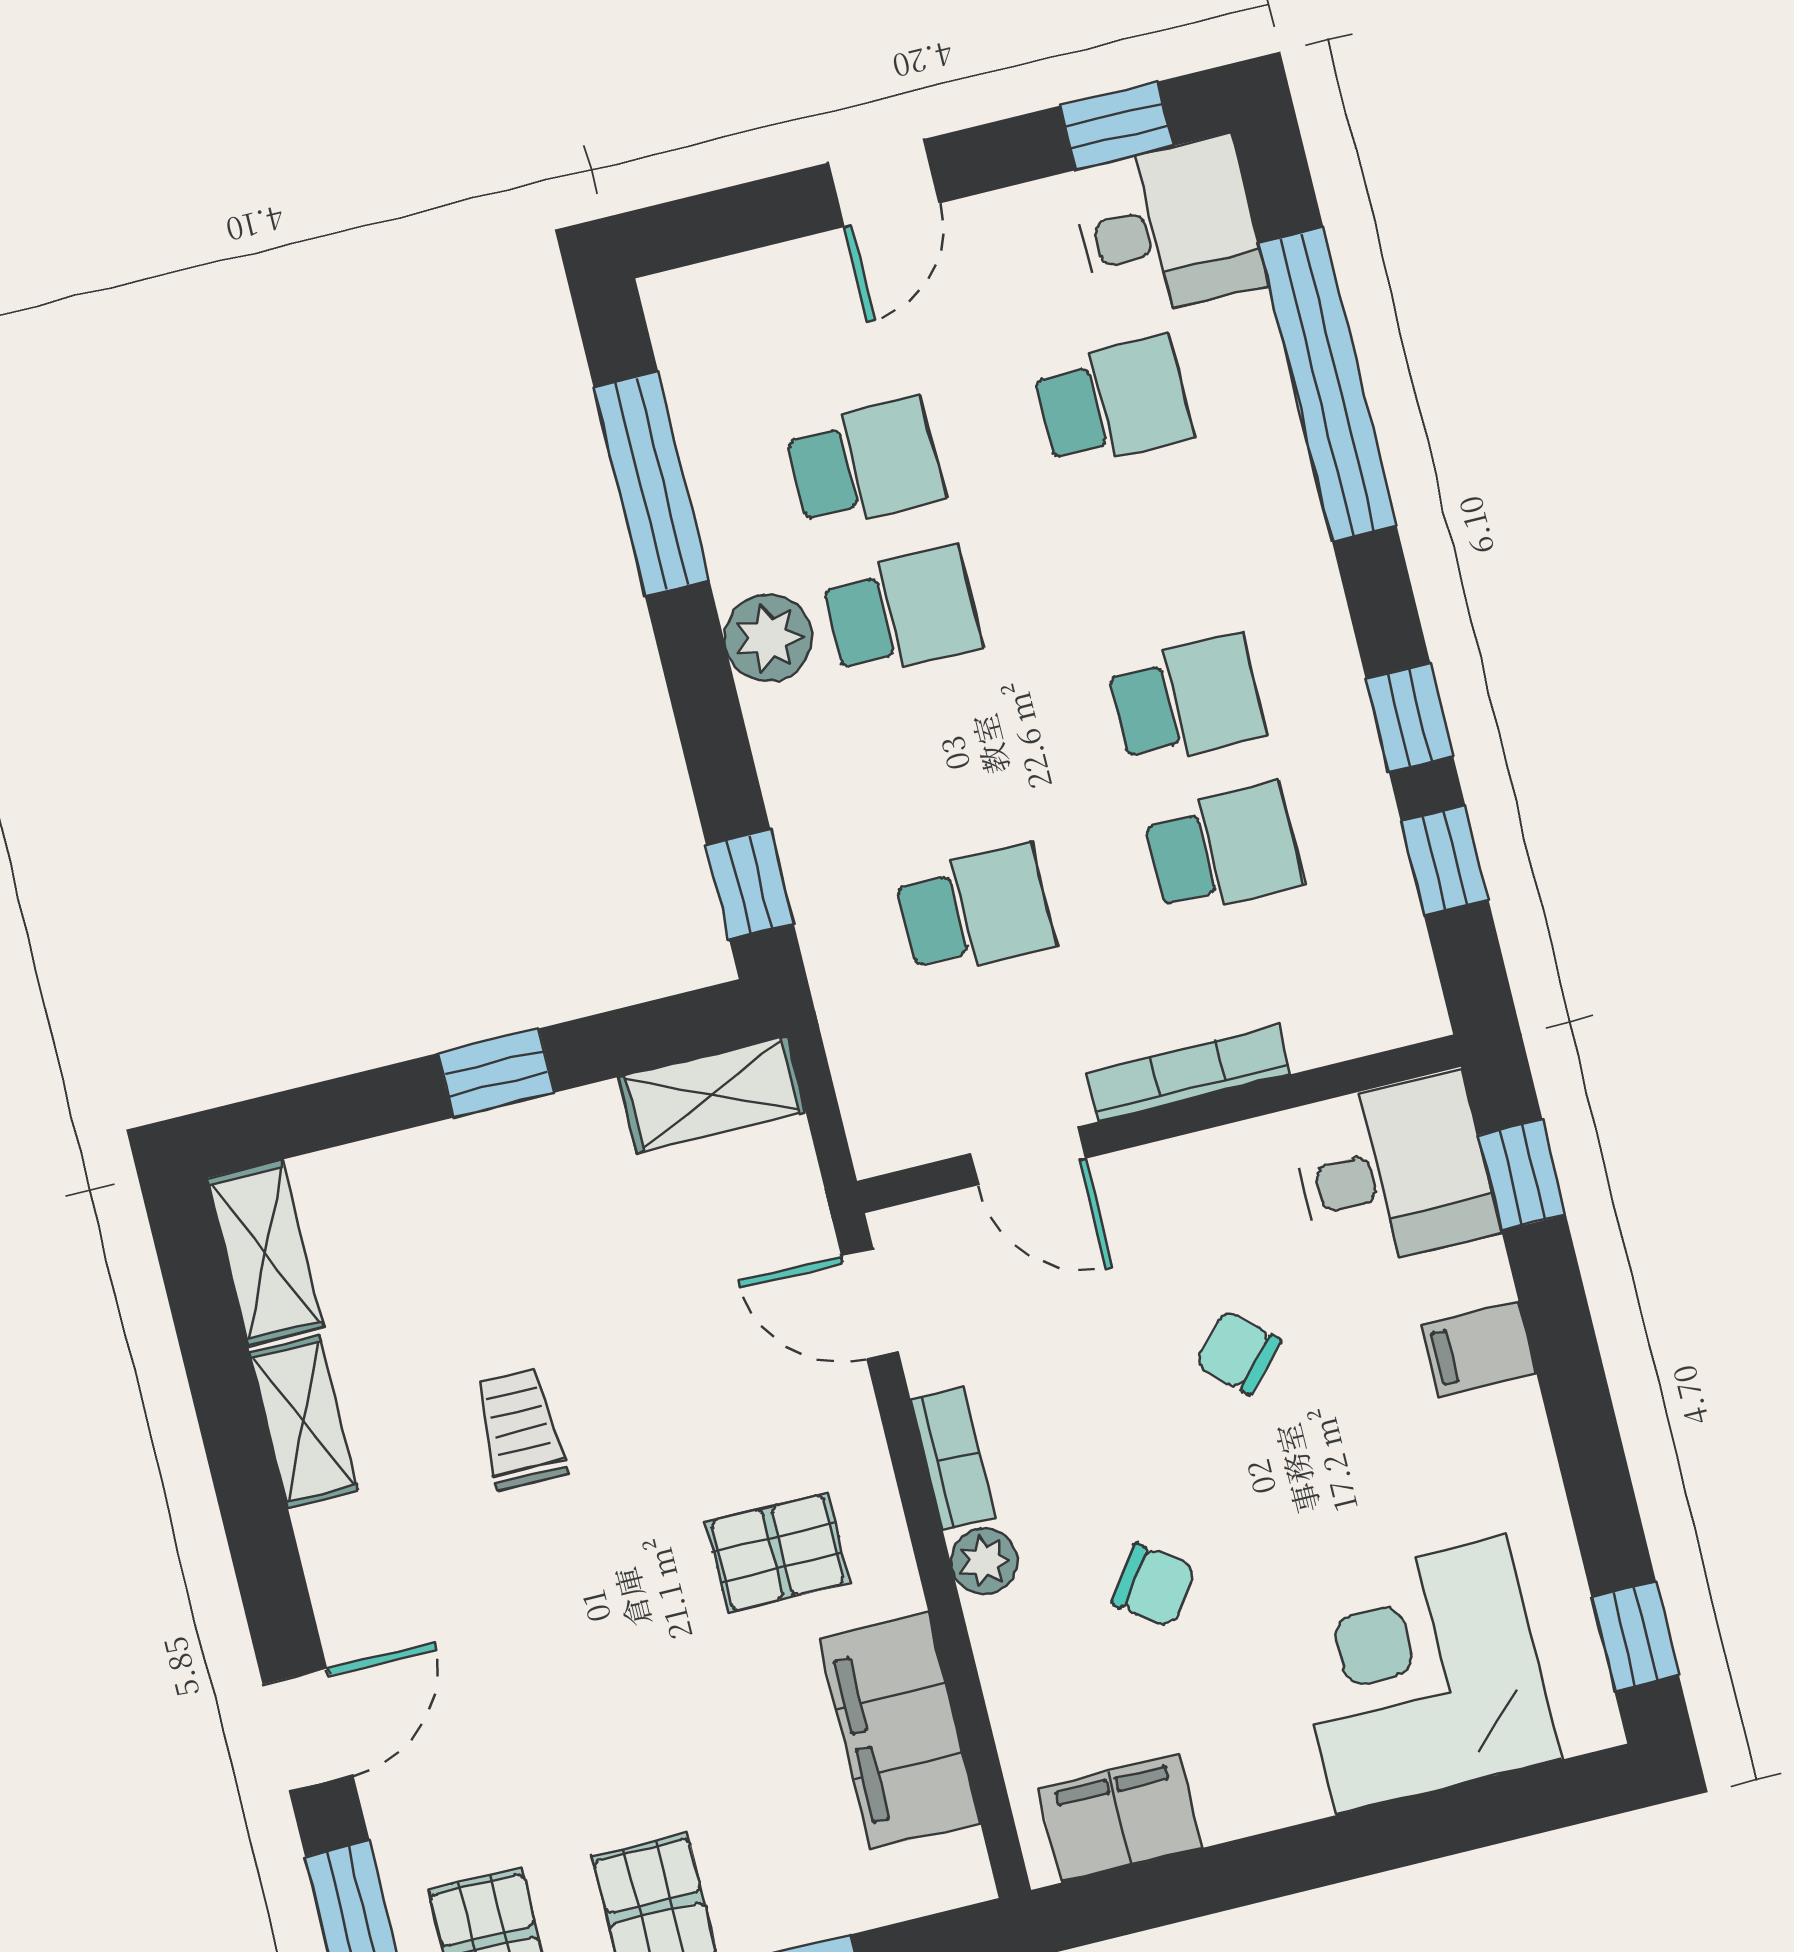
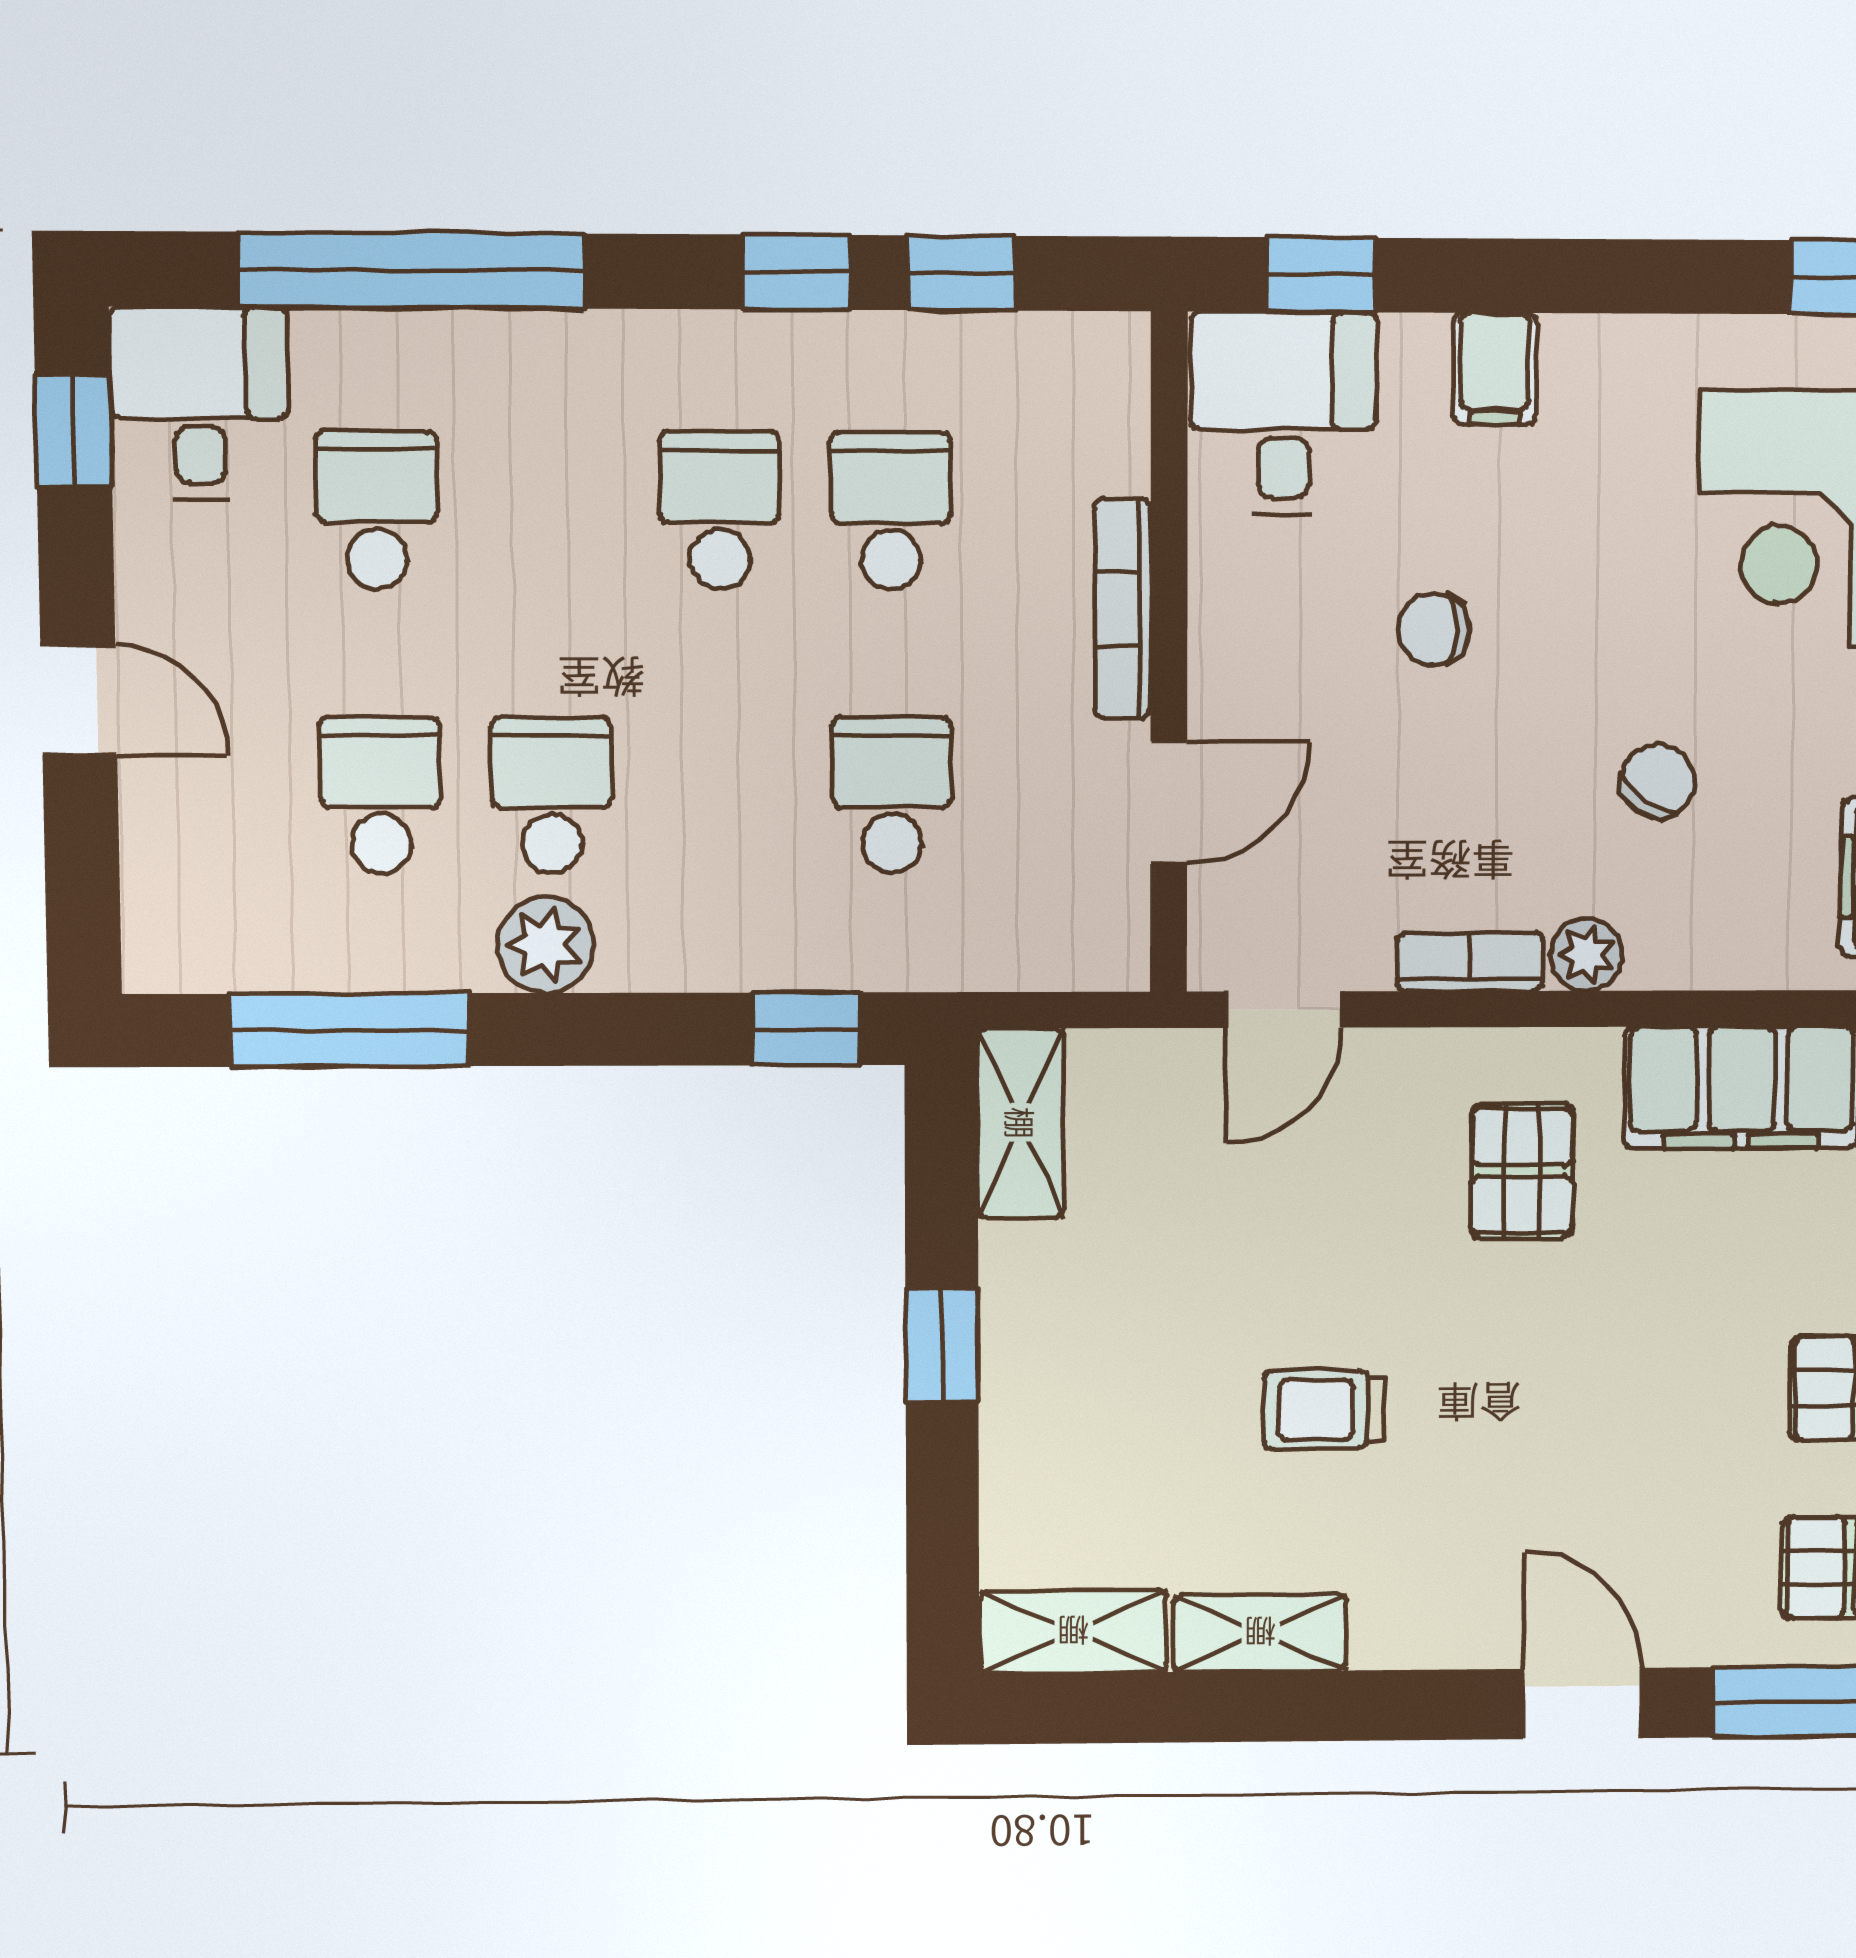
chair: (1238, 1352) -> (1434, 630), turned 47

